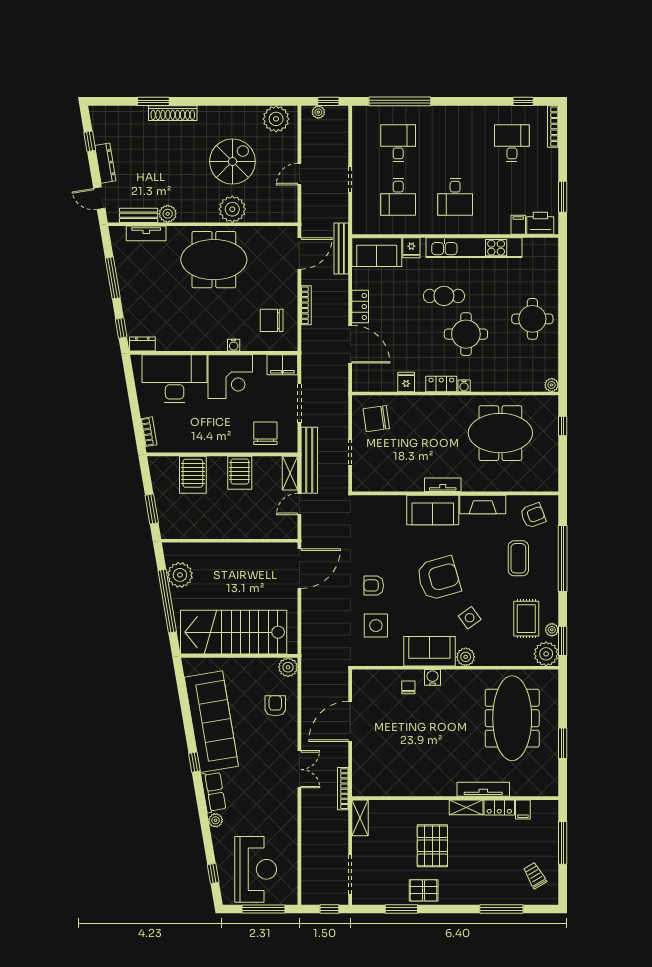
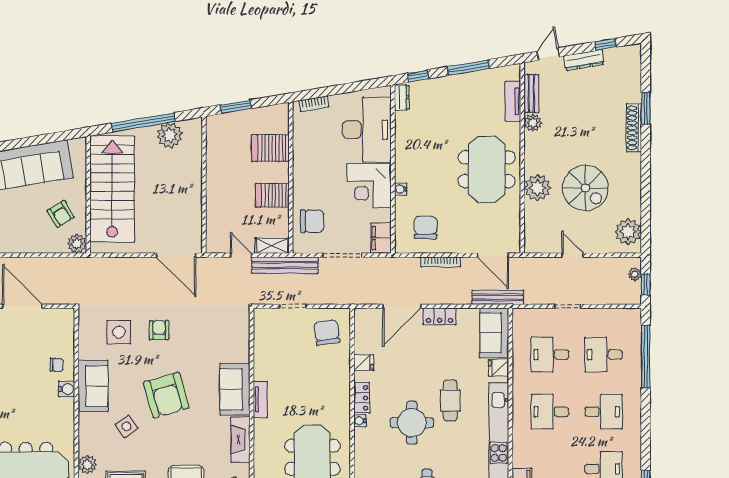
desk: (398, 143) -> (604, 355), turned 180
desk: (455, 143) -> (604, 412), added
plant: (466, 657) -> (87, 465), moved
armchair: (275, 706) -> (61, 214), moved, turned 59

